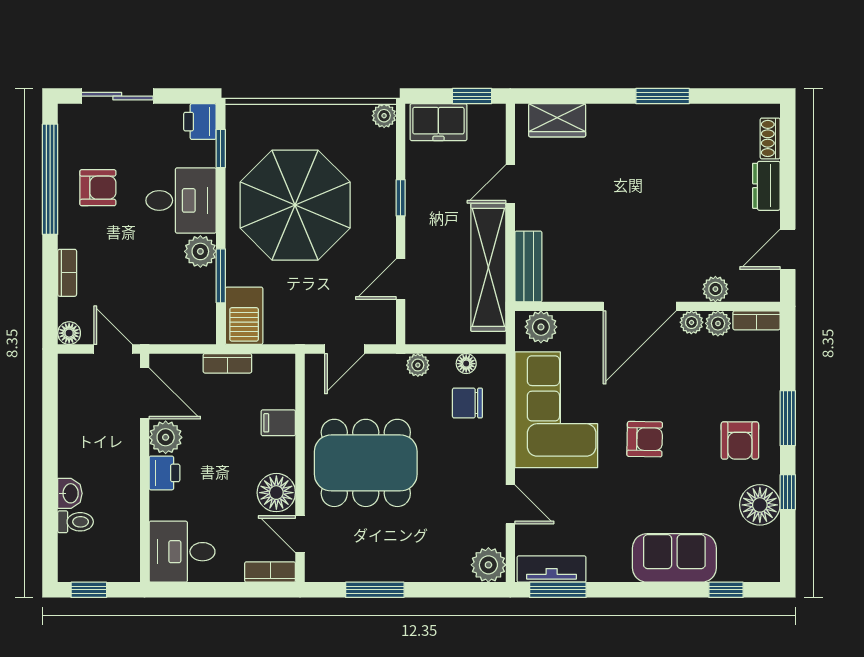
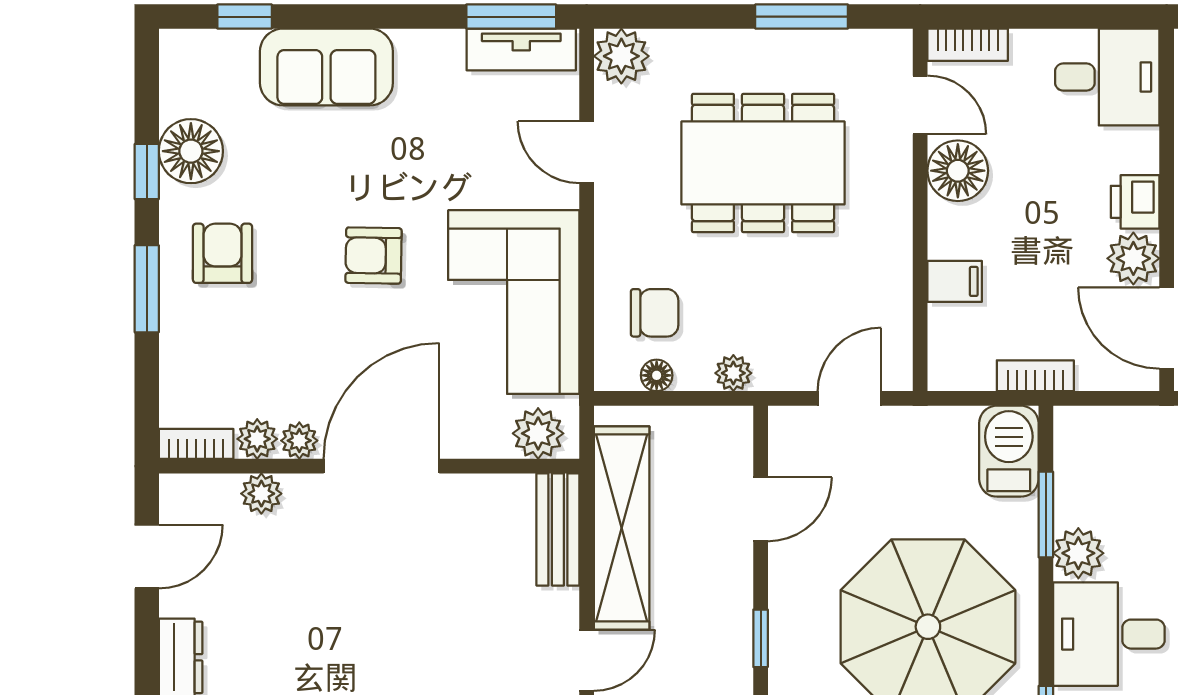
dining table: (366, 463) -> (763, 163), moved

